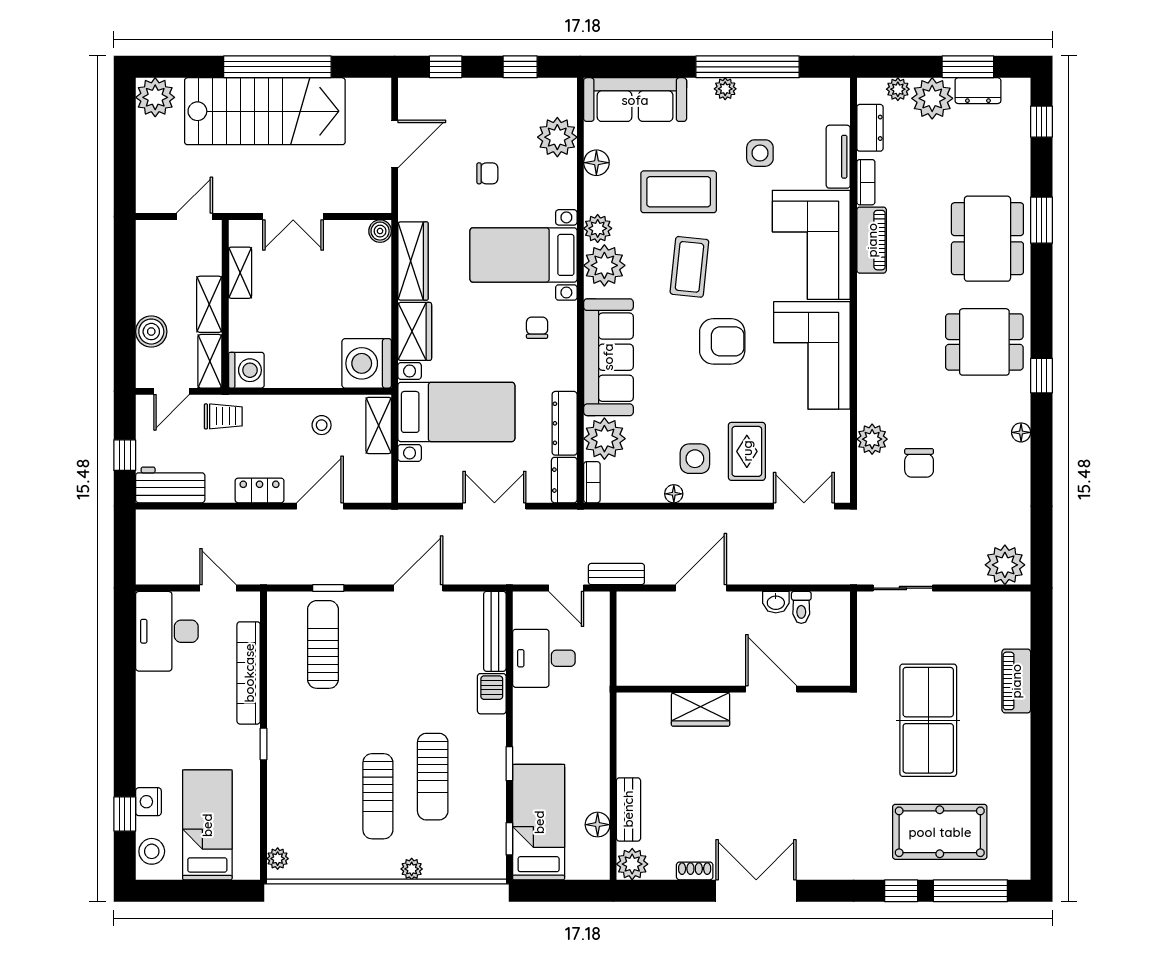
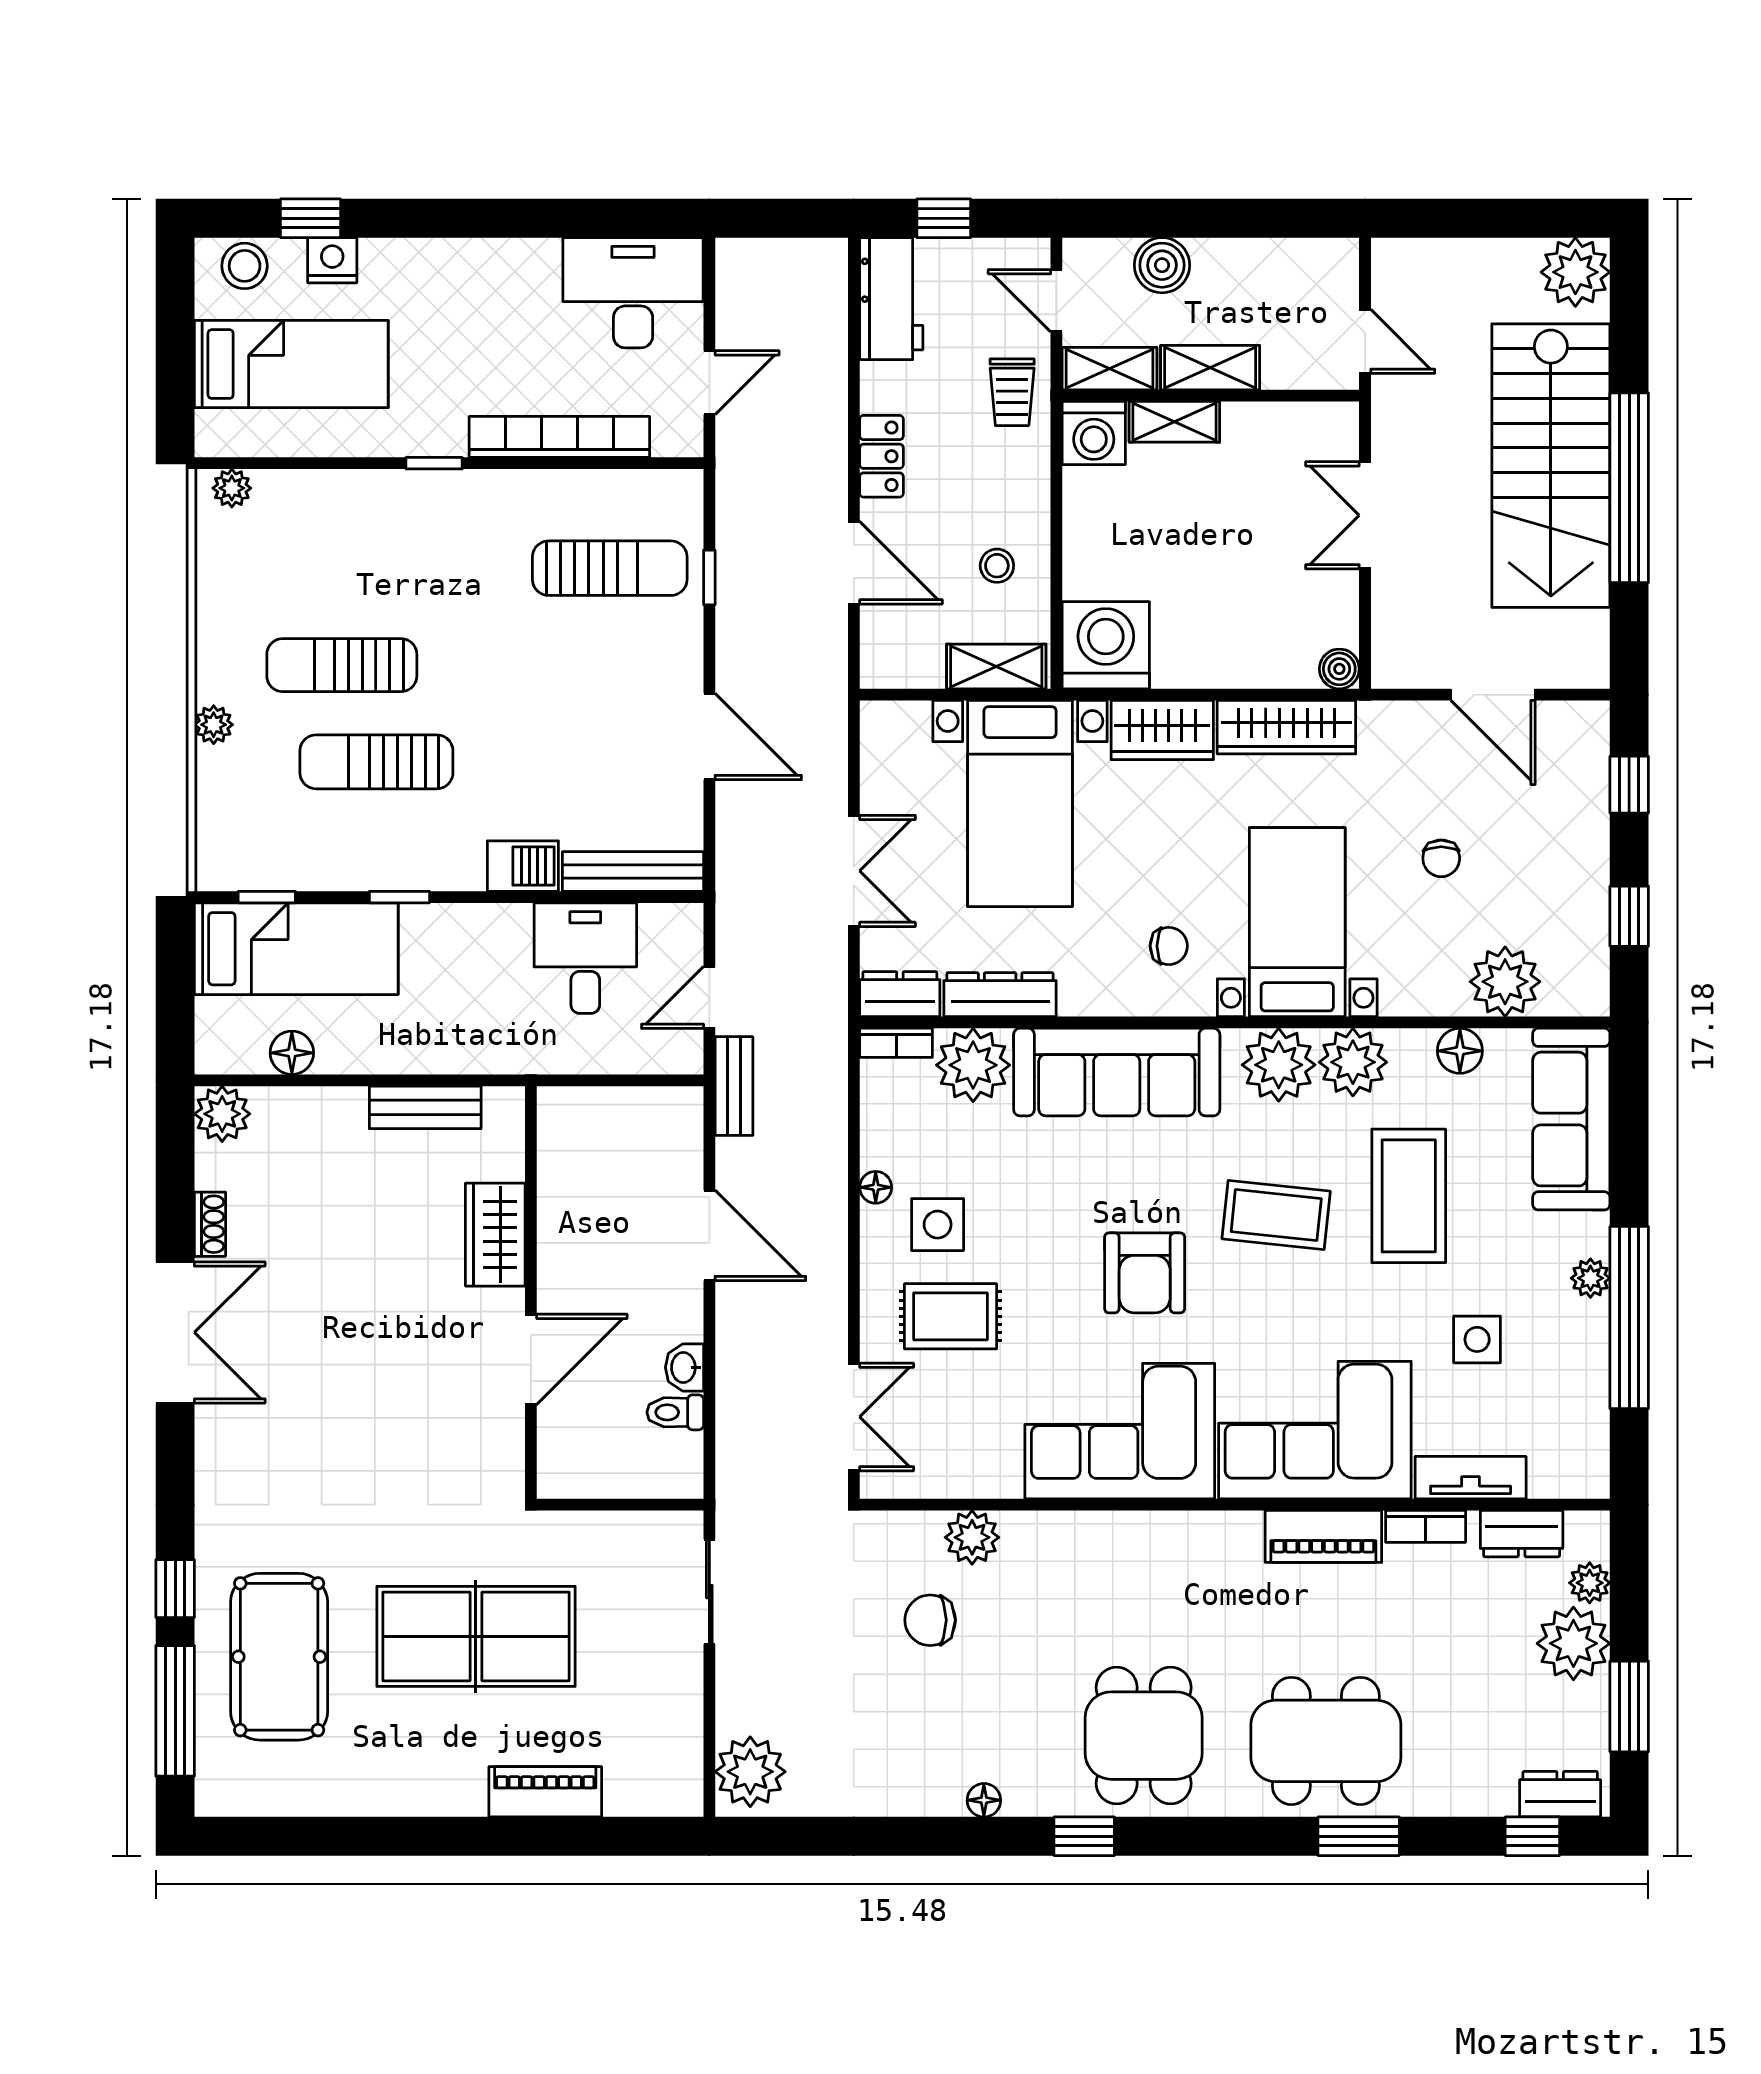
dresser: (978, 91) -> (1560, 1794), moved, turned 90
plant: (598, 228) -> (1353, 1062), width x1.36, depth x1.36
shelving: (240, 273) -> (1174, 422), moved
bench: (628, 809) -> (425, 1107), moved

